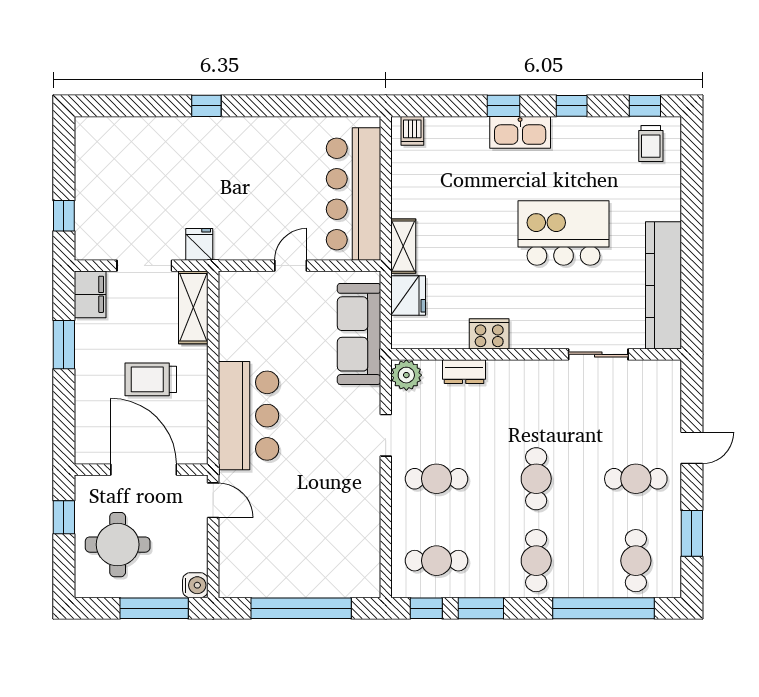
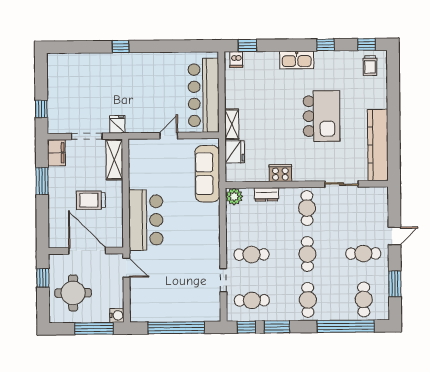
window: (504, 106) -> (247, 45), moved
kitchen island: (564, 233) -> (322, 116), turned 90
cafe table: (536, 397) -> (307, 208), added
doorway: (386, 435) -> (223, 280), moved

